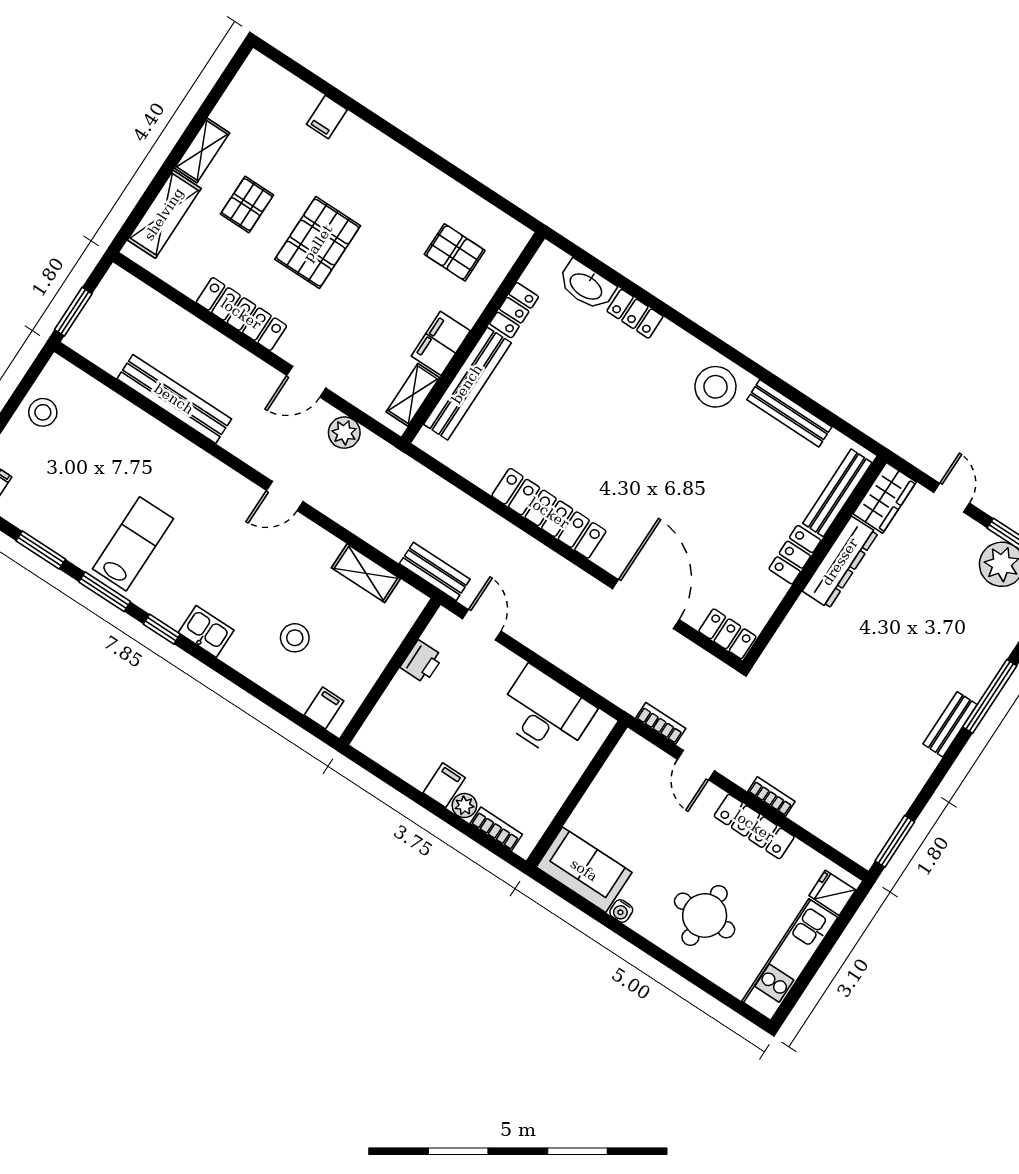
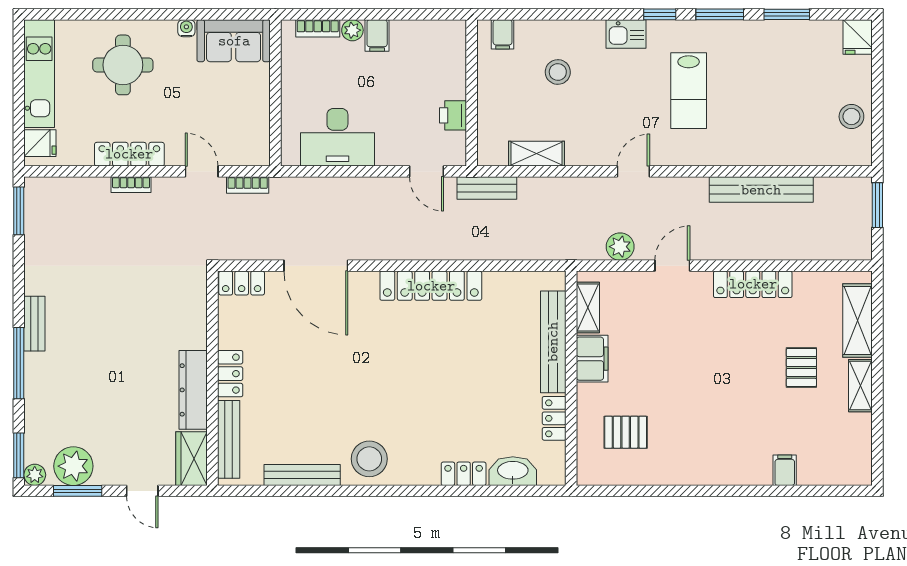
pallet: (318, 243) -> (731, 374), removed
lab bench: (133, 544) -> (689, 91), moved

